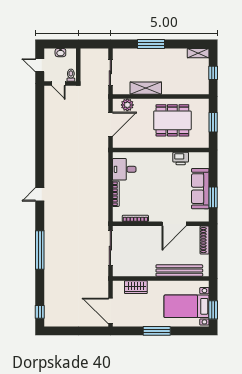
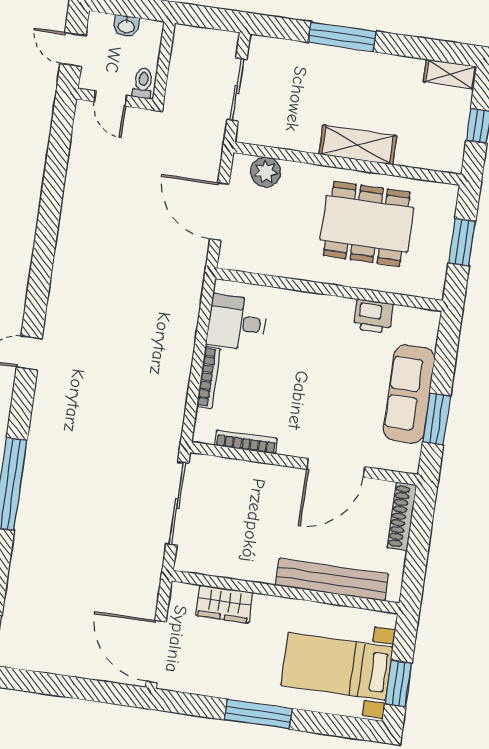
shelving: (146, 88) -> (358, 145), moved
door: (110, 124) -> (219, 212), swing flipped

